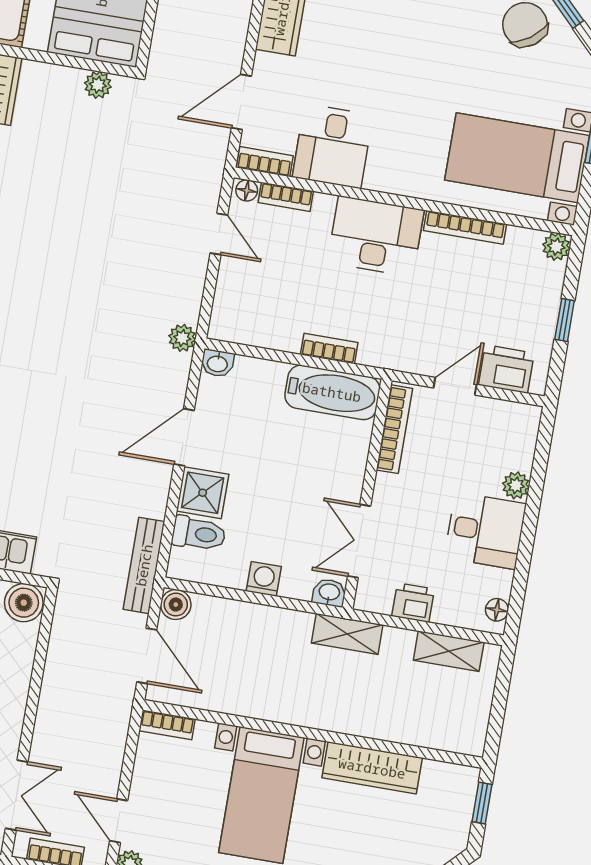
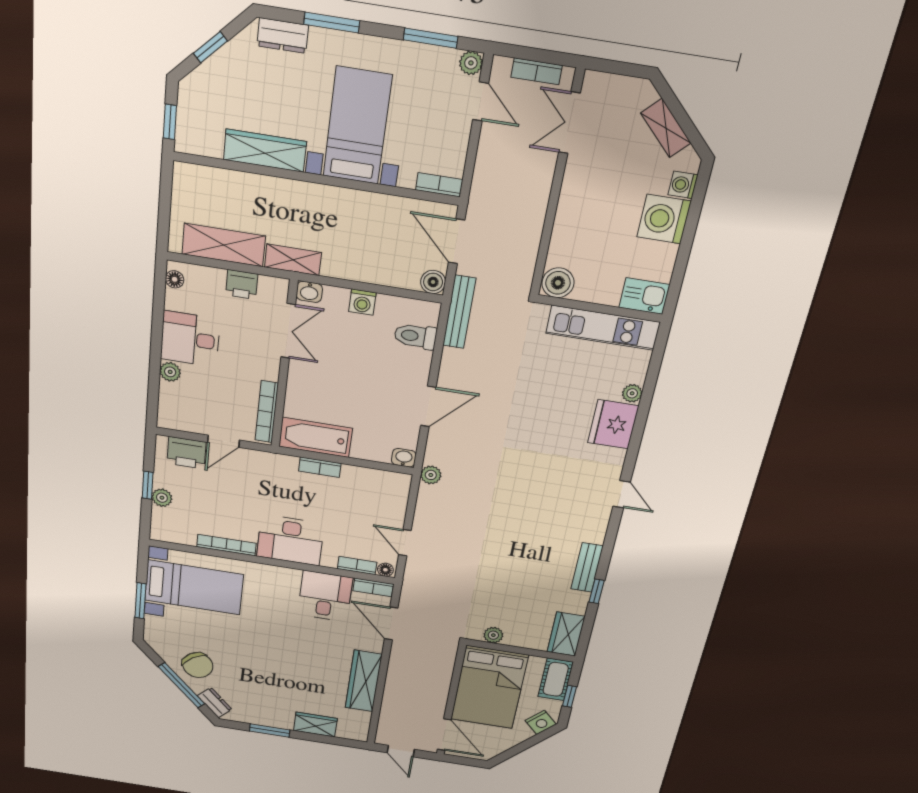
door: (241, 102) -> (391, 623), swing flipped
plant: (556, 247) -> (162, 498), moved
shower: (203, 493) -> (413, 366), removed
shelving: (449, 651) -> (224, 245), width x1.50, depth x1.33

